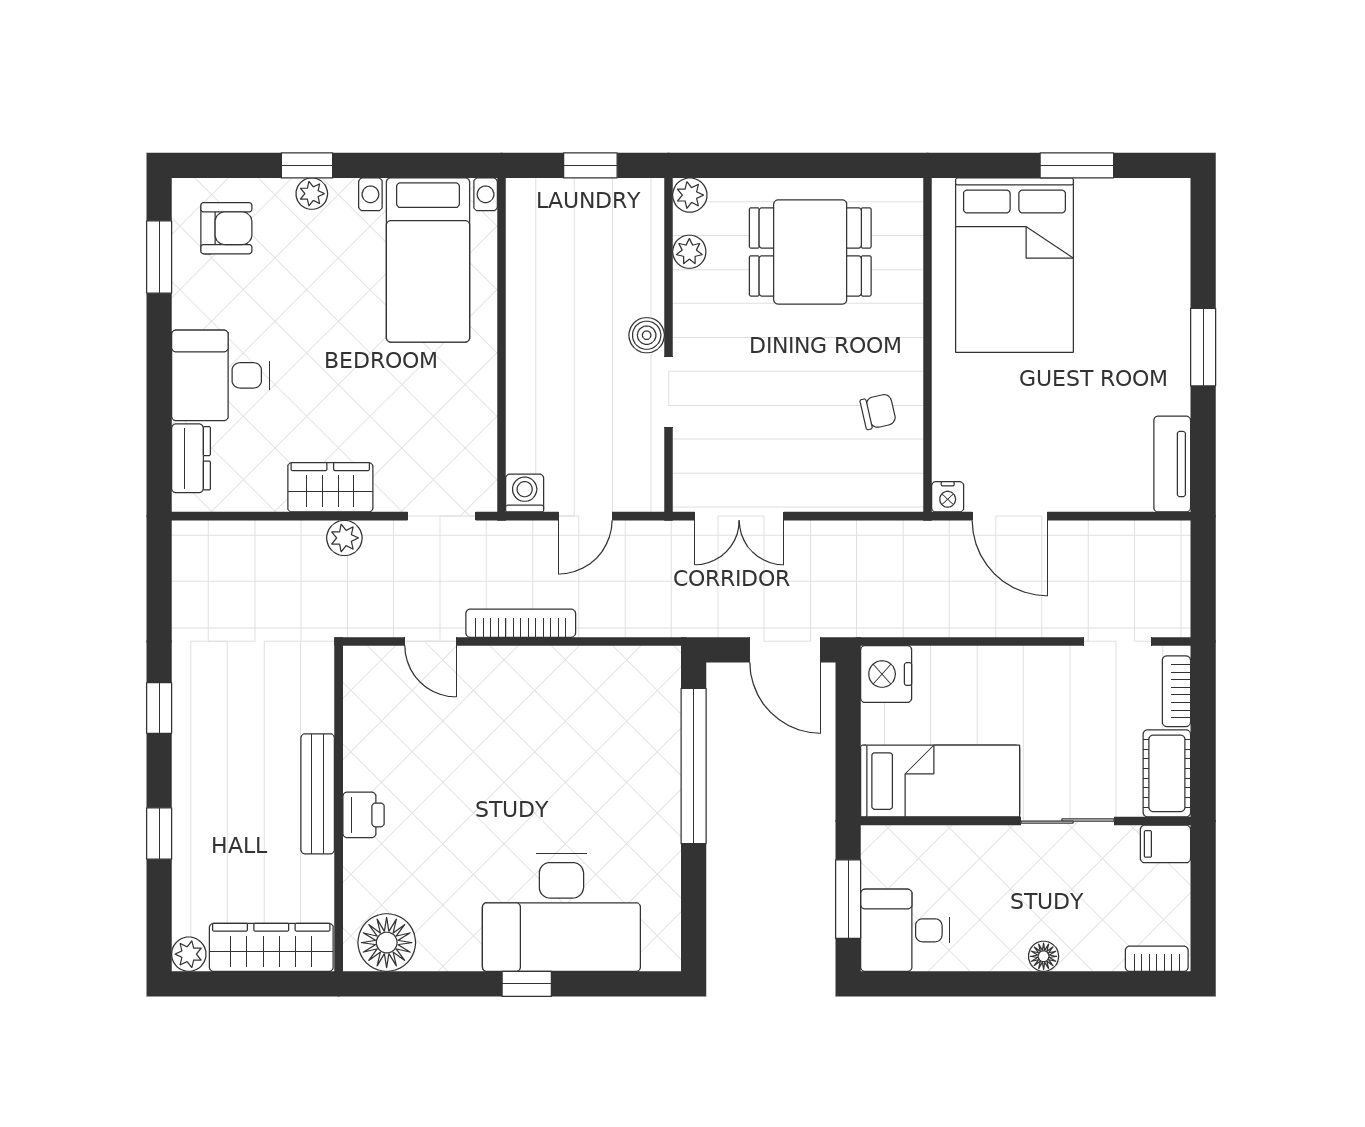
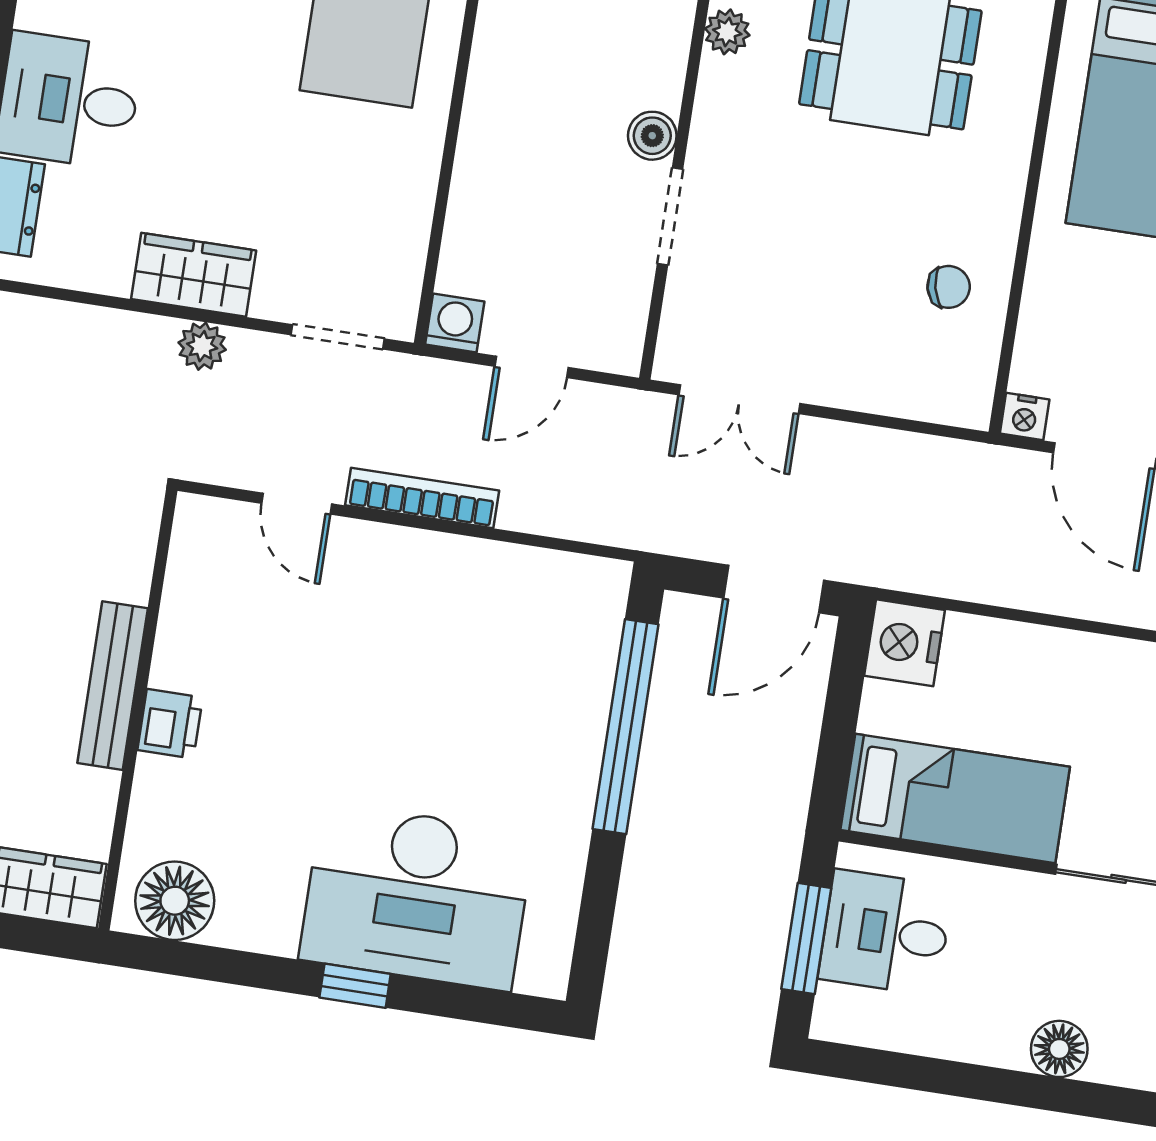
door: (785, 650) -> (774, 589), hinge flipped
desk: (905, 930) -> (886, 933), moved
floor lamp: (1044, 956) -> (1059, 1049), width x1.37, depth x1.37

